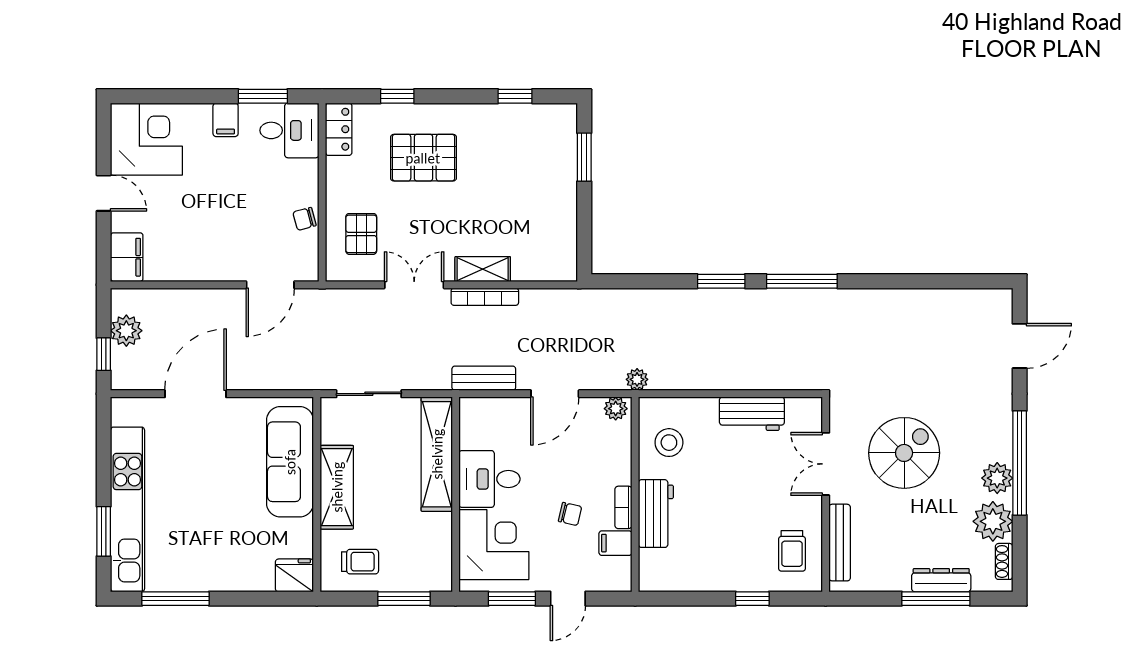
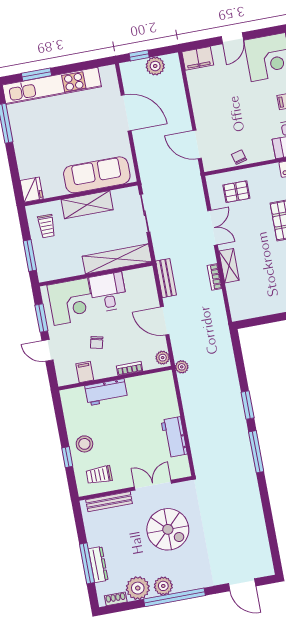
bookcase: (485, 297) -> (215, 277), width x0.64
stool: (669, 443) -> (84, 444), moved
bookcase: (623, 507) -> (129, 368), moved

